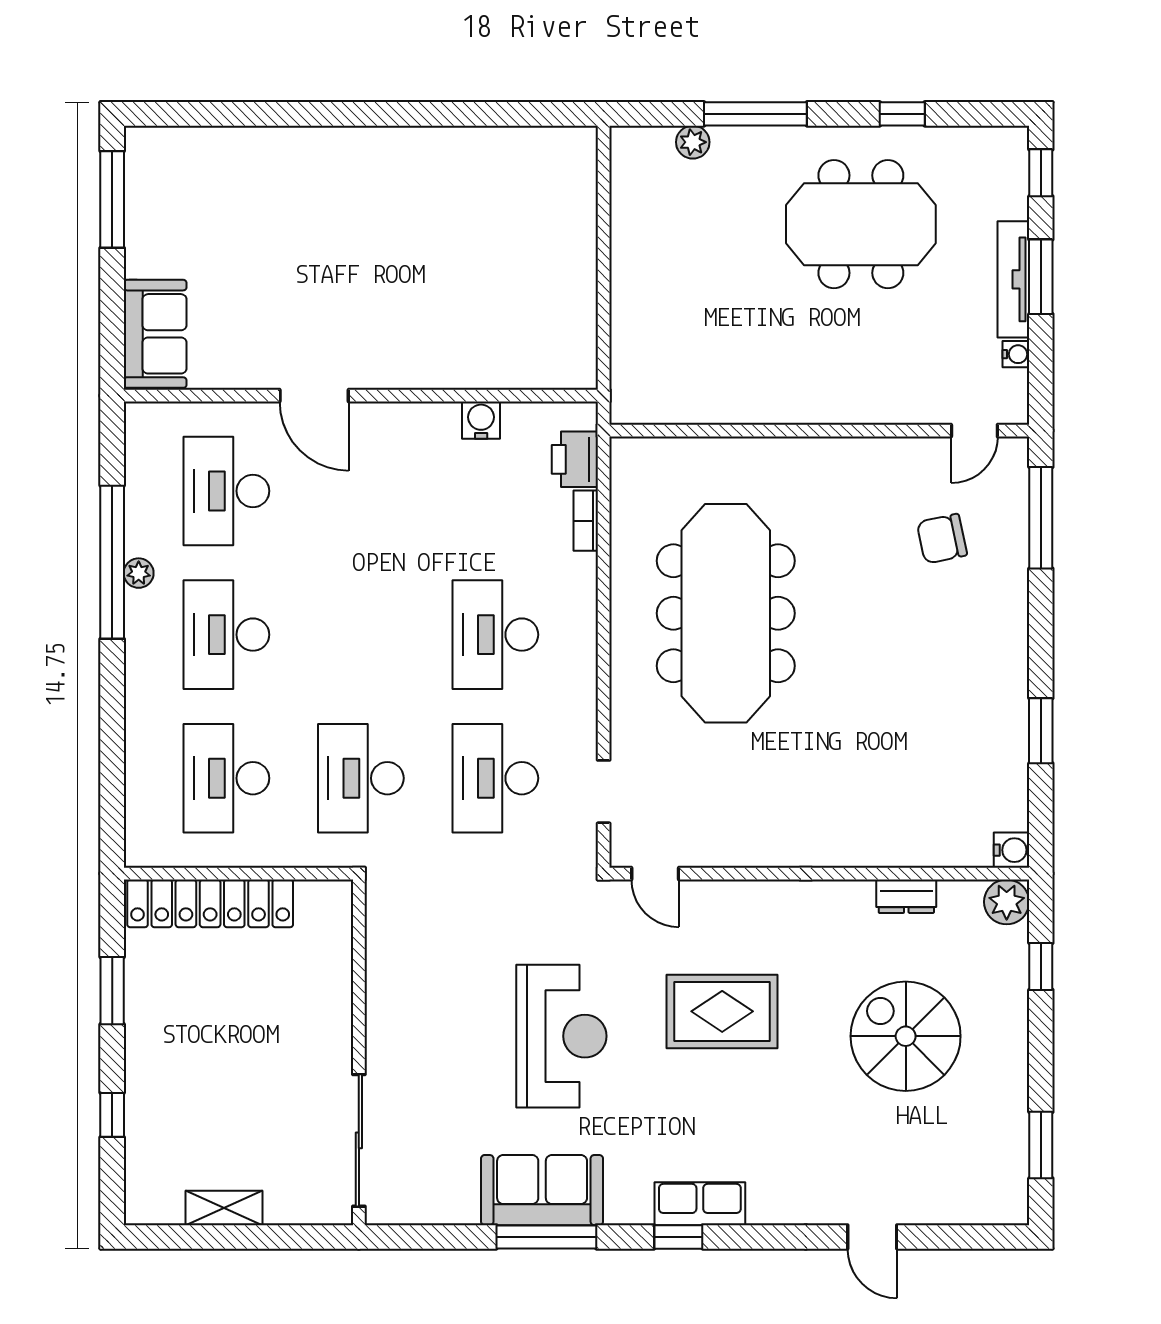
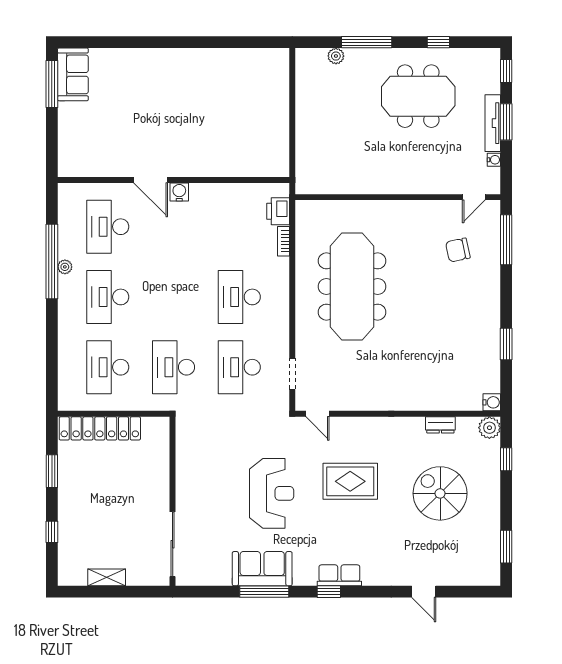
sofa: (155, 334) -> (73, 74), moved
water cooler: (481, 420) -> (179, 192), moved

